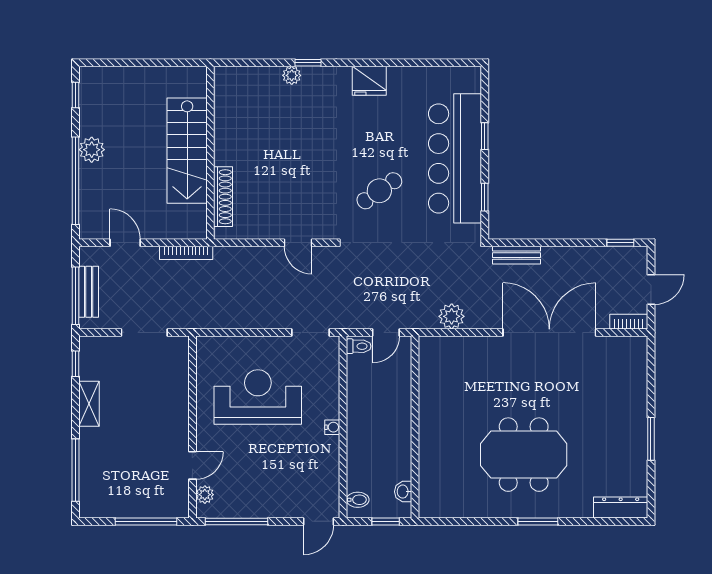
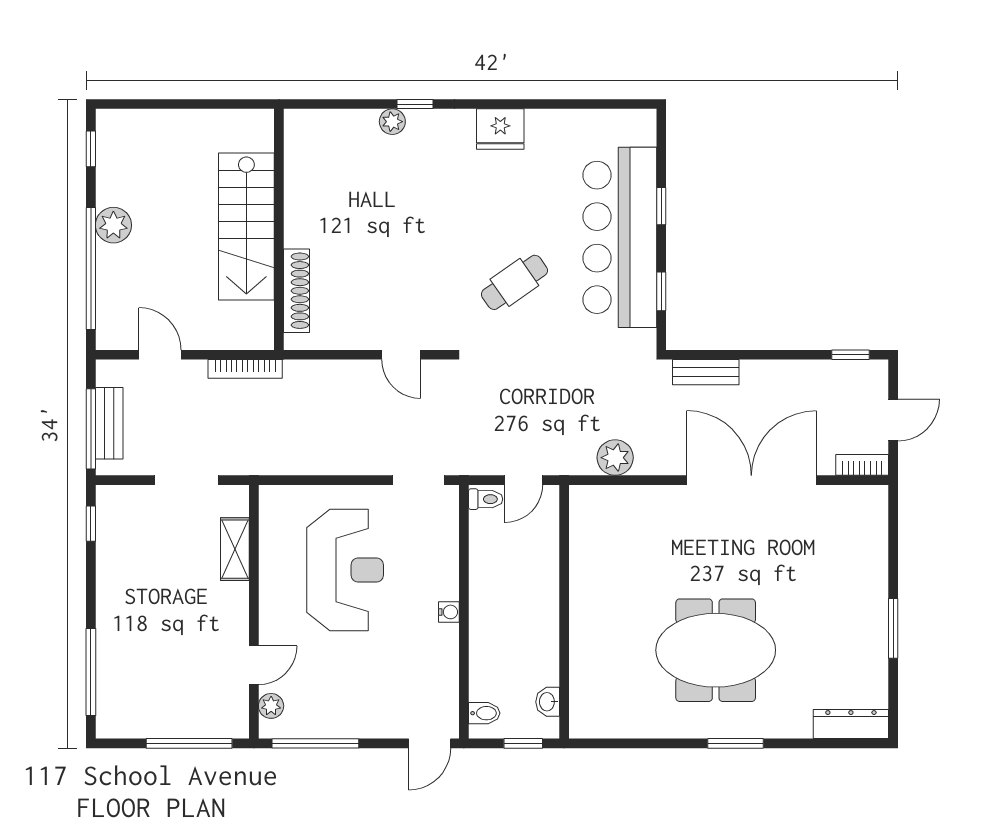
reception desk: (258, 397) -> (345, 570), turned 90
shelving: (89, 404) -> (235, 549), moved

